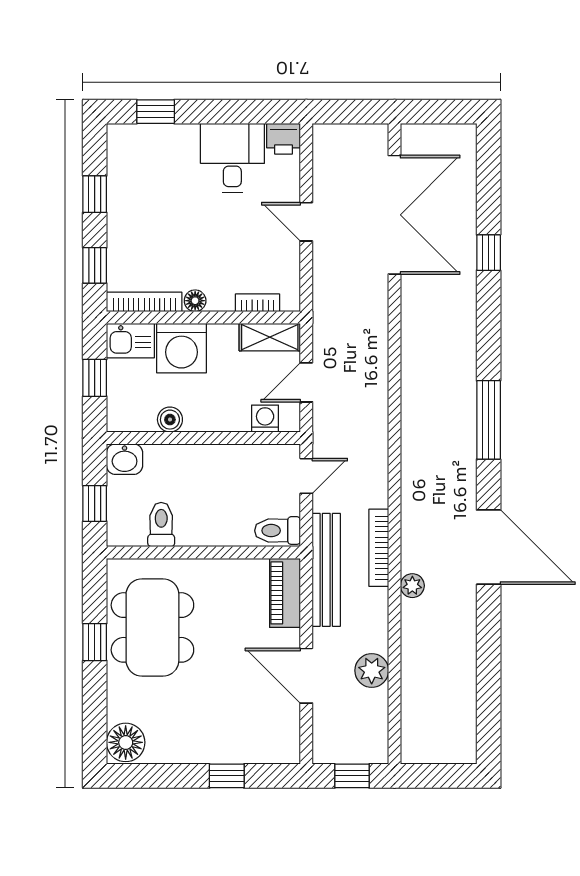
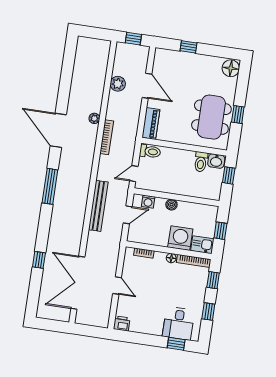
desk: (232, 158) -> (178, 323), moved
shelving: (270, 337) -> (141, 237), removed
boiler: (170, 420) -> (171, 205), moved
washbasin: (125, 459) -> (216, 161), moved, turned 180
bench: (326, 570) -> (98, 206), moved

